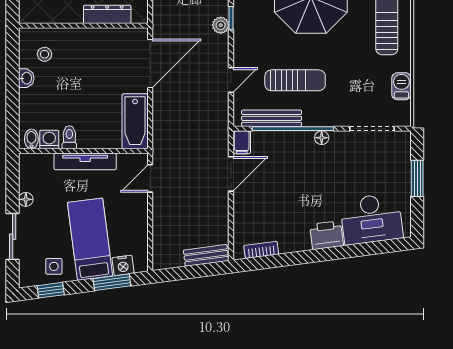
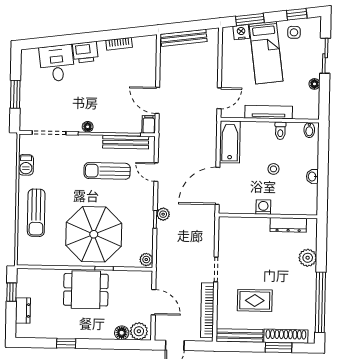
dresser: (107, 14) -> (288, 225), moved
stool: (45, 54) -> (273, 169), moved
door: (231, 80) -> (156, 172), hinge flipped
washing machine: (49, 140) -> (263, 207), moved, turned 180
door: (231, 174) -> (157, 100), hinge flipped
desk: (371, 219) -> (57, 63), width x0.73
bookcase: (261, 250) -> (119, 44), moved
bench: (206, 255) -> (184, 38), width x1.36

